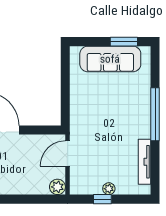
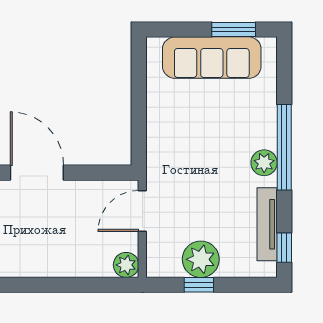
plant: (143, 124) -> (264, 163), added
window: (155, 176) -> (284, 248), added
plant: (109, 189) -> (201, 259), width x1.88, depth x1.88

